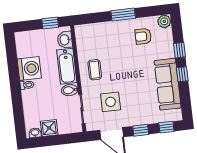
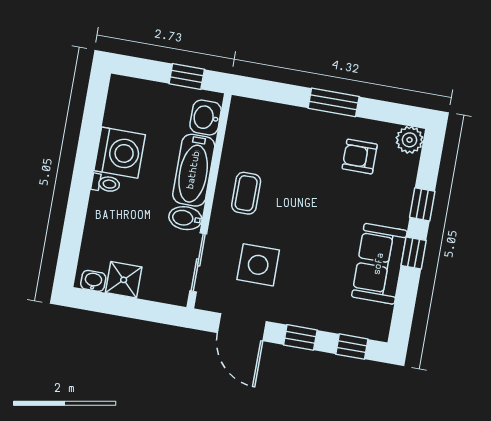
sofa: (168, 84) -> (379, 264), width x0.73

